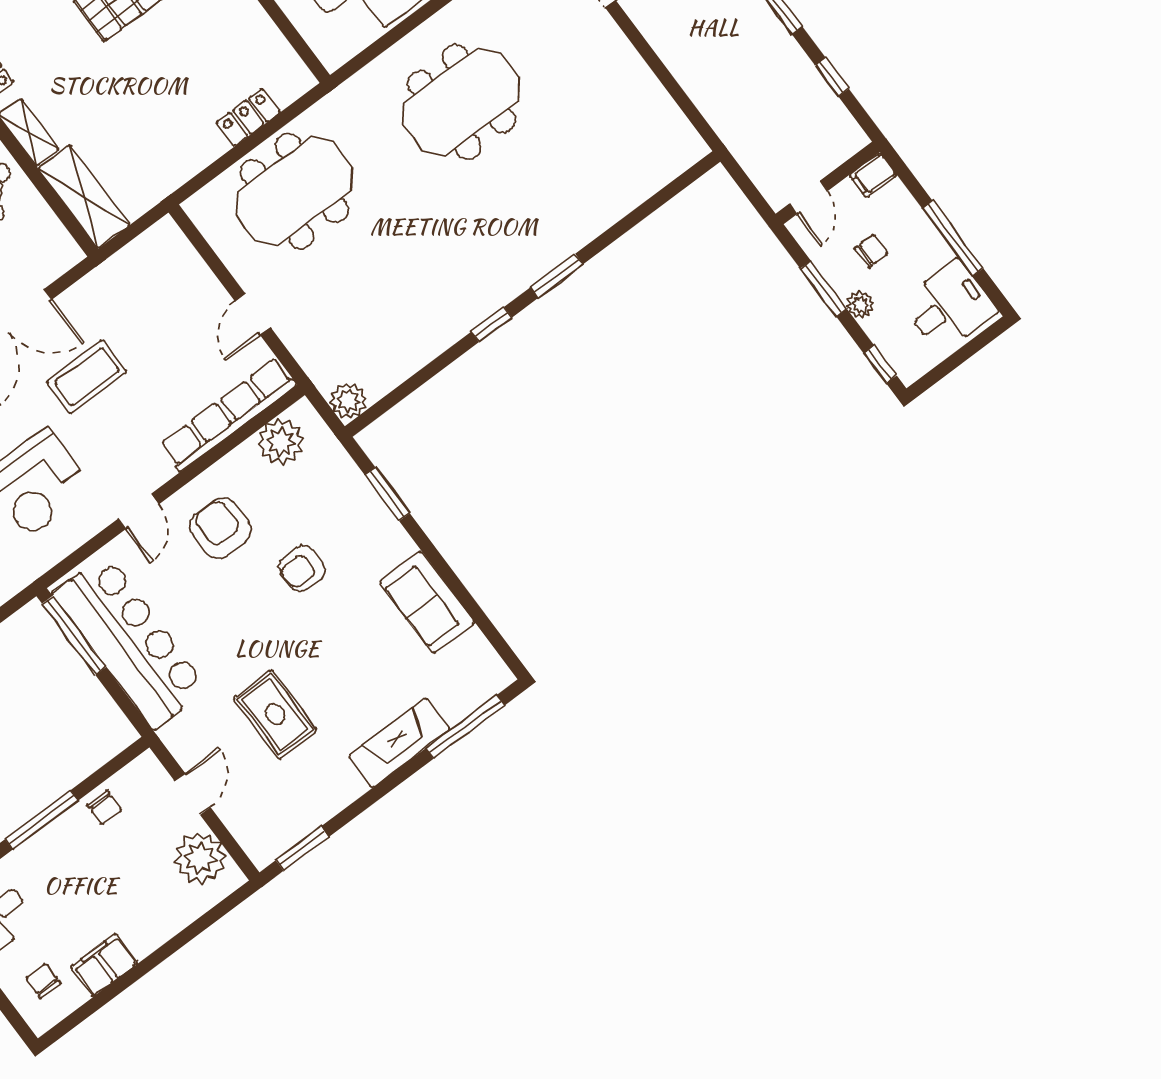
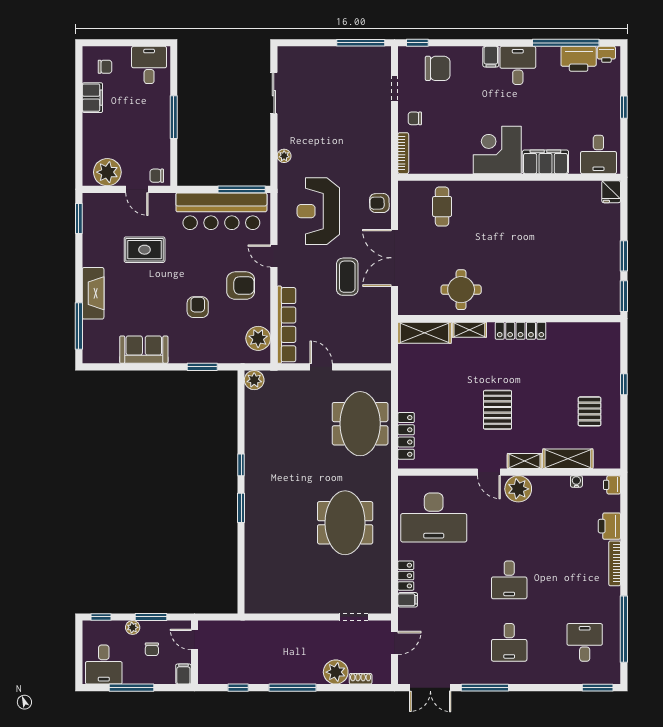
locker: (248, 117) -> (406, 436), width x1.53
chair: (105, 808) -> (157, 176), moved

